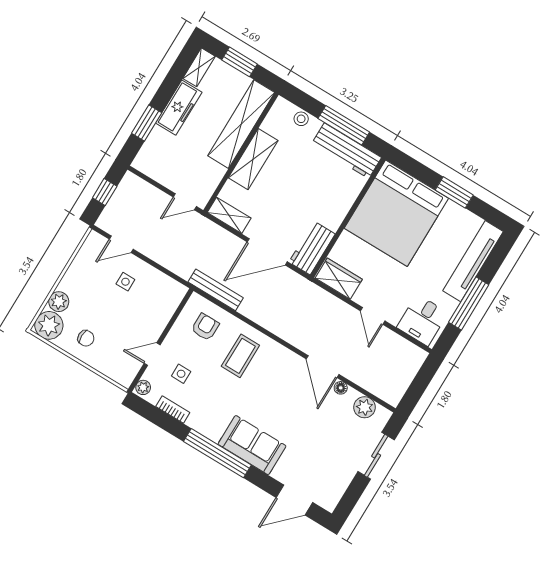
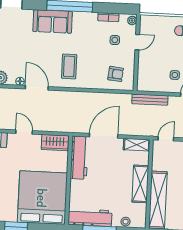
workbench: (312, 248) -> (79, 158), width x1.38
bench: (216, 290) -> (150, 100), moved
armchair: (205, 327) -> (116, 74), turned -84
coffee table: (240, 356) -> (69, 66), moved

